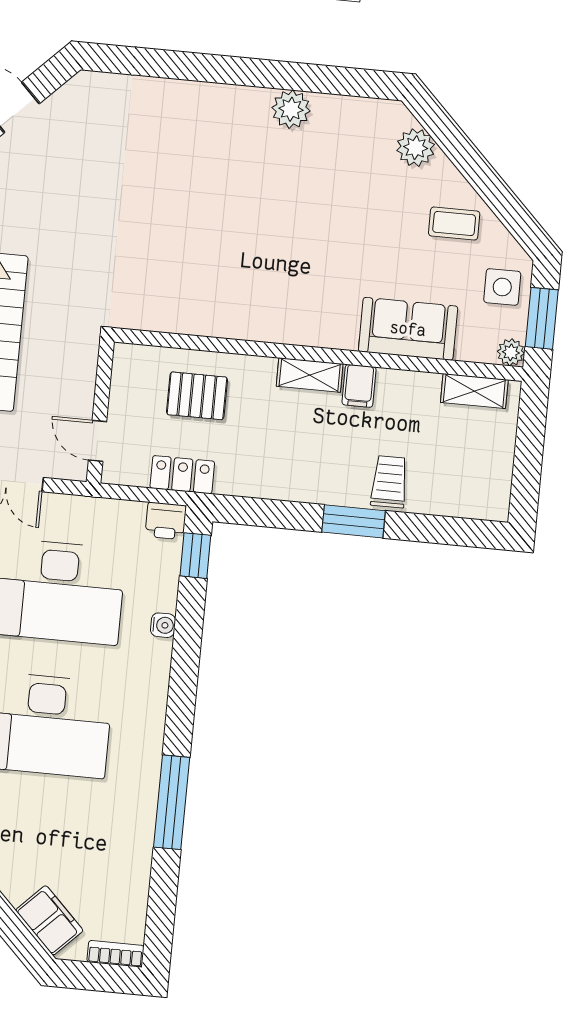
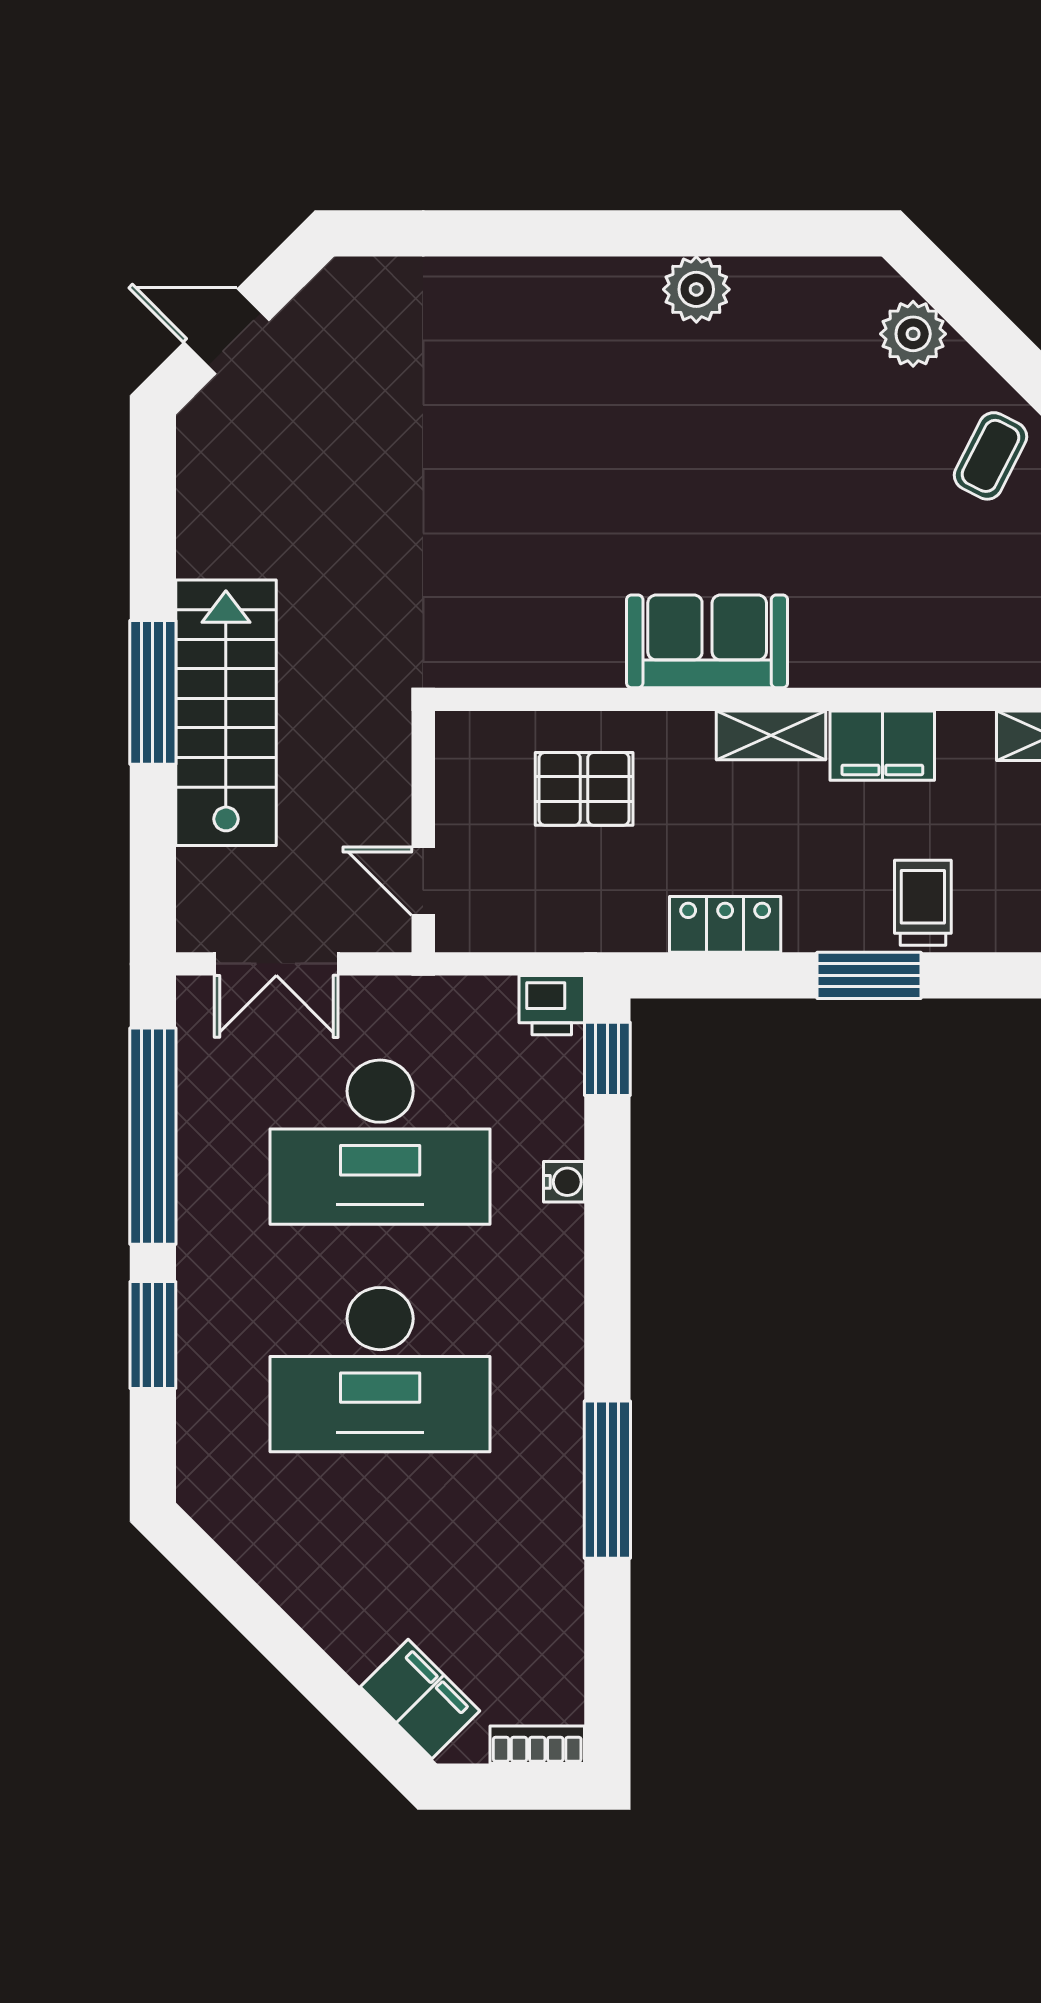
coffee table: (454, 224) -> (991, 456), turned -63
sofa: (408, 329) -> (707, 641), moved
filing cabinet: (359, 386) -> (882, 746), width x2.00
locker: (182, 475) -> (725, 924), moved

